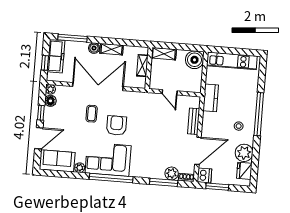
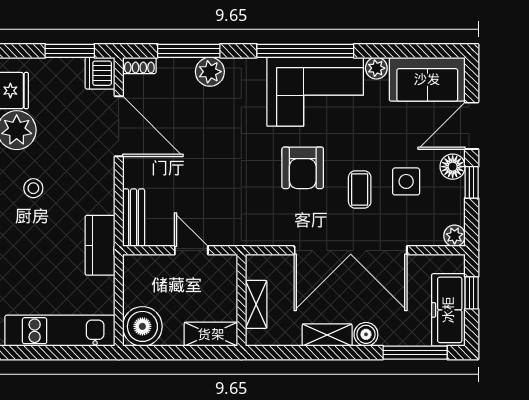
floor lamp: (50, 101) -> (453, 167), moved
side table: (70, 116) -> (406, 181), added
bench: (194, 121) -> (134, 218), moved
door: (198, 151) -> (119, 126), swing flipped
plant: (172, 173) -> (210, 72), moved

